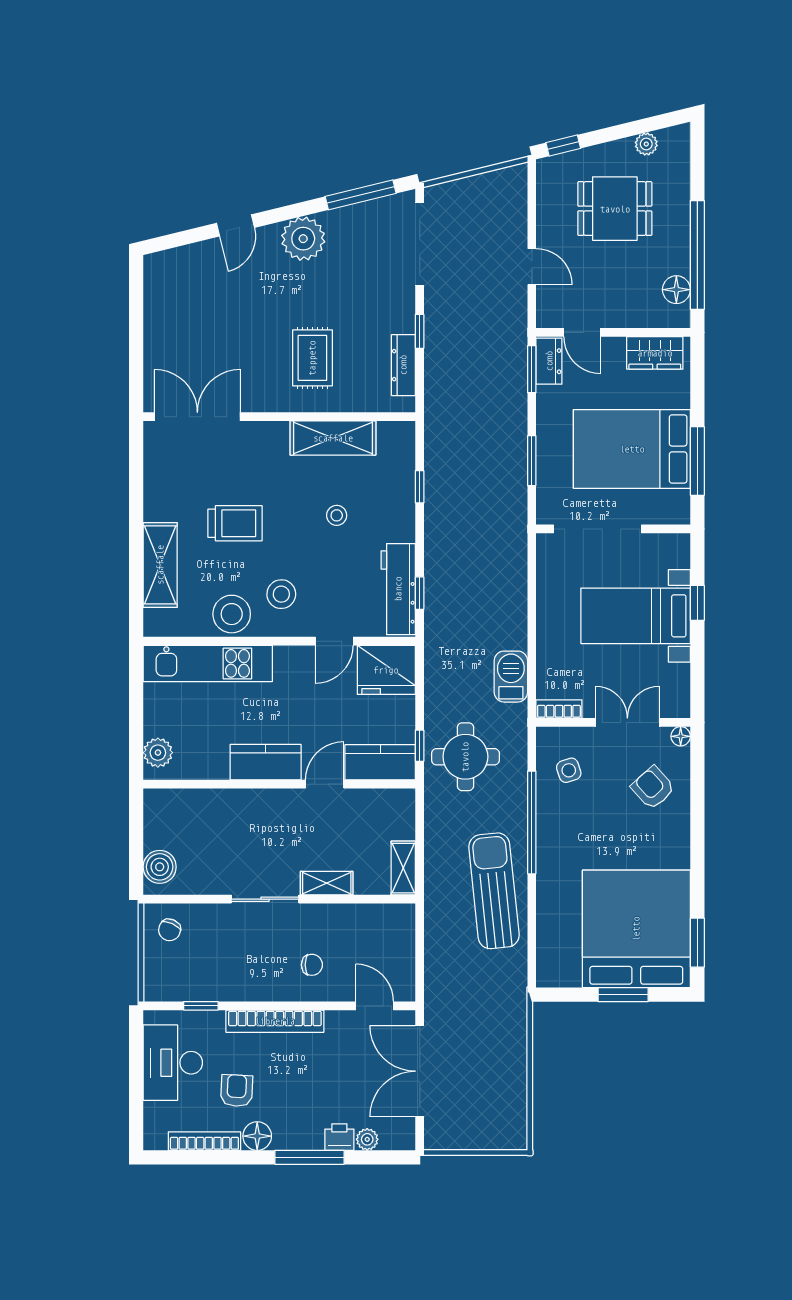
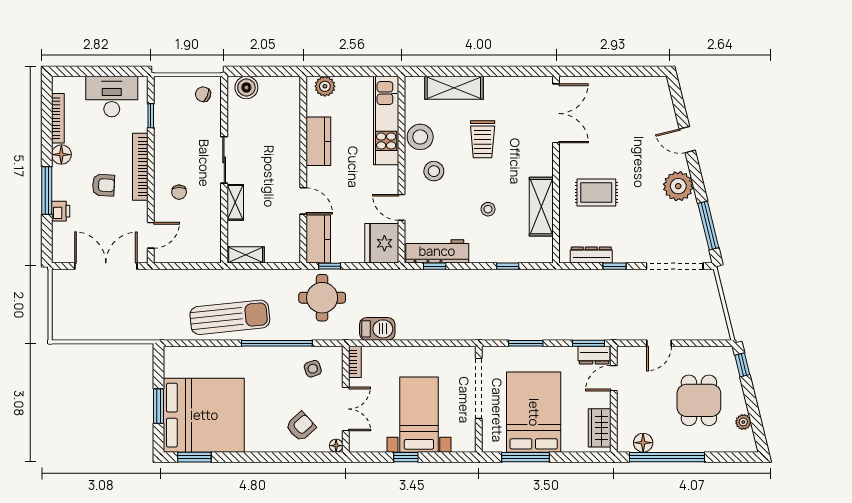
window: (697, 603) -> (406, 457), moved
kitchen counter: (266, 762) -> (318, 141), moved
armchair: (237, 1091) -> (103, 185), moved
plant: (367, 1139) -> (59, 230), removed

